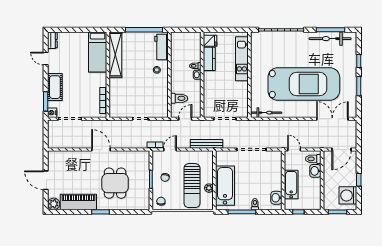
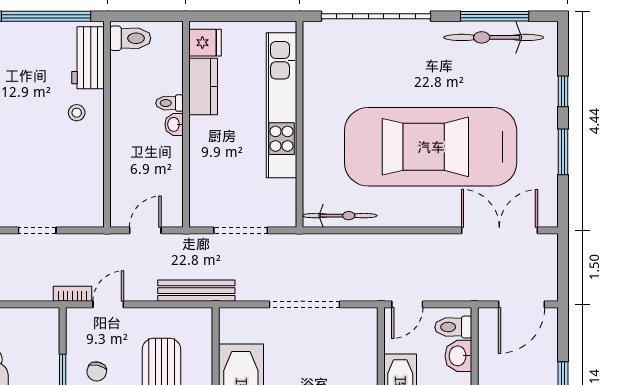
kitchen unit: (242, 59) -> (281, 105), width x1.36
car: (304, 84) -> (431, 147), turned 180
toilet: (179, 98) -> (130, 38), moved
door: (294, 150) -> (407, 304), swing flipped

